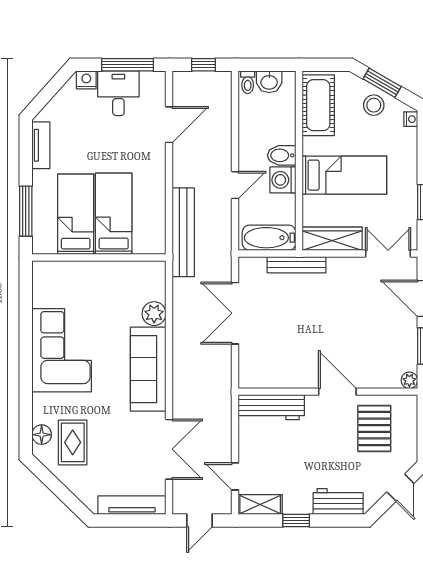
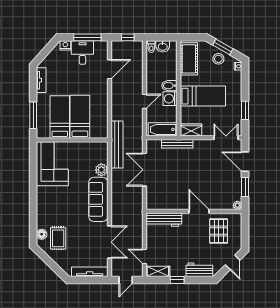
bench: (183, 232) -> (117, 144), moved
wardrobe: (332, 239) -> (191, 130), width x0.67
corner sofa: (62, 350) -> (52, 164), moved

